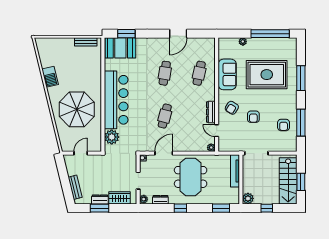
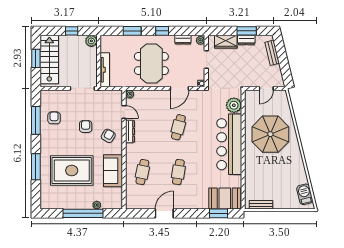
window: (270, 34) -> (83, 213), moved
barbecue: (50, 77) -> (305, 194), moved
window: (221, 208) -> (132, 31), moved

